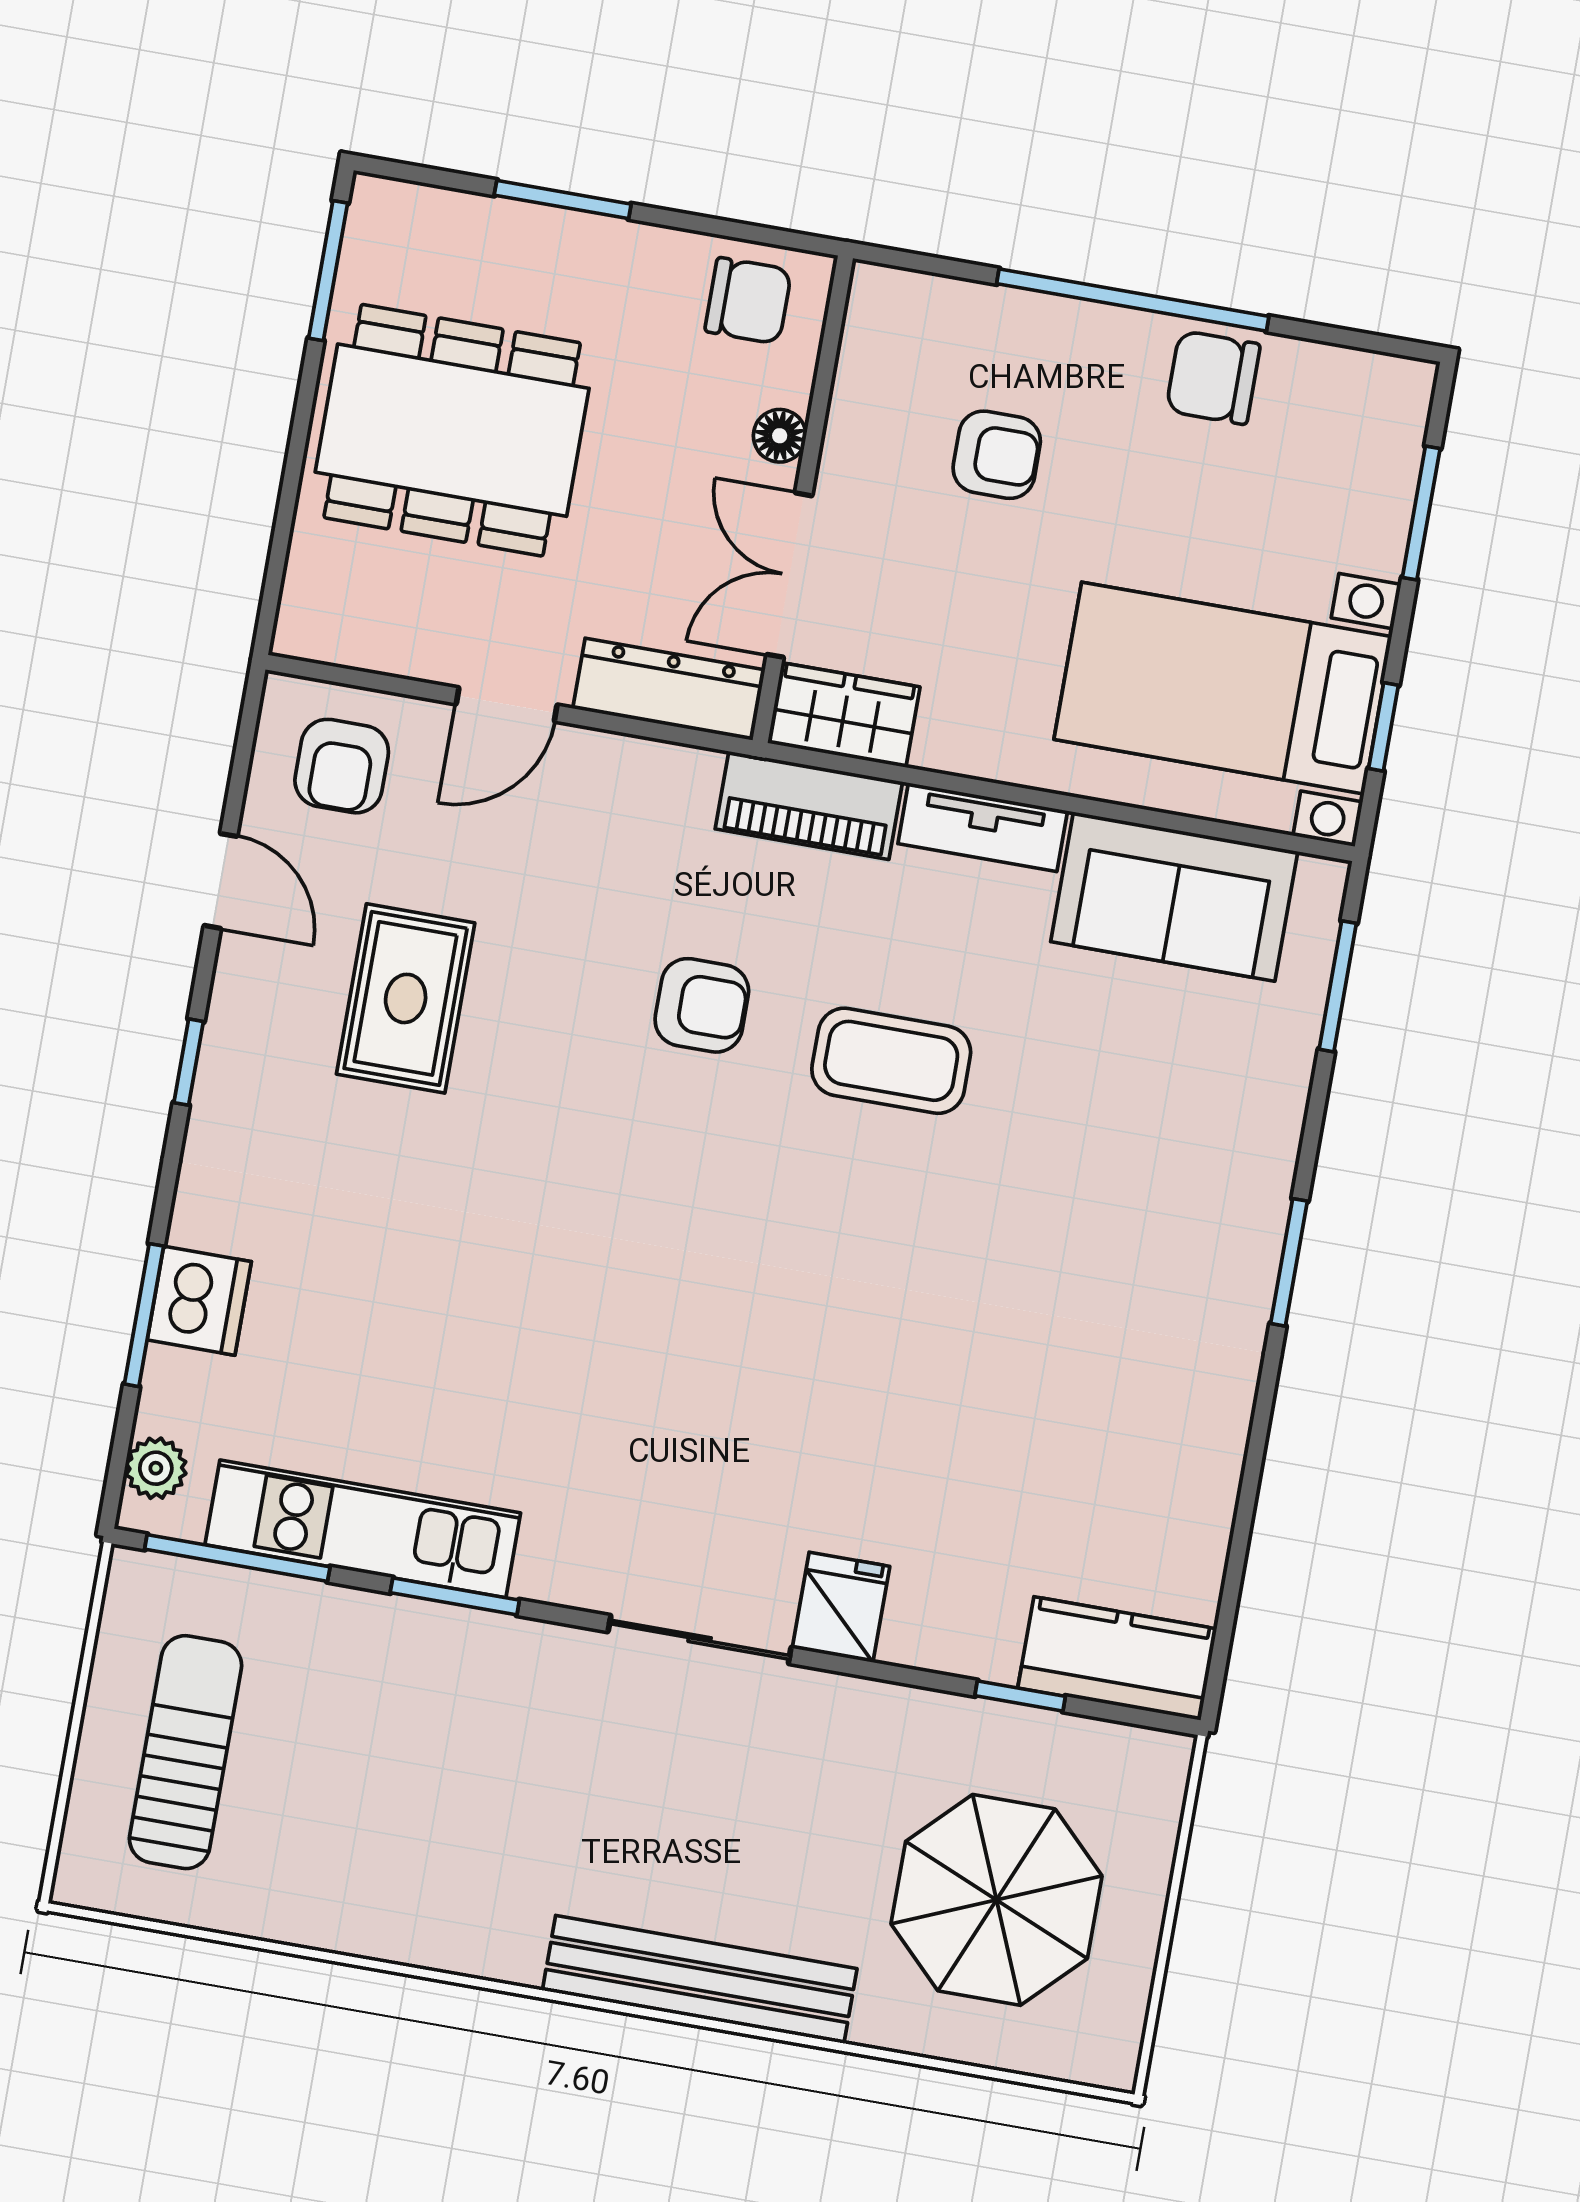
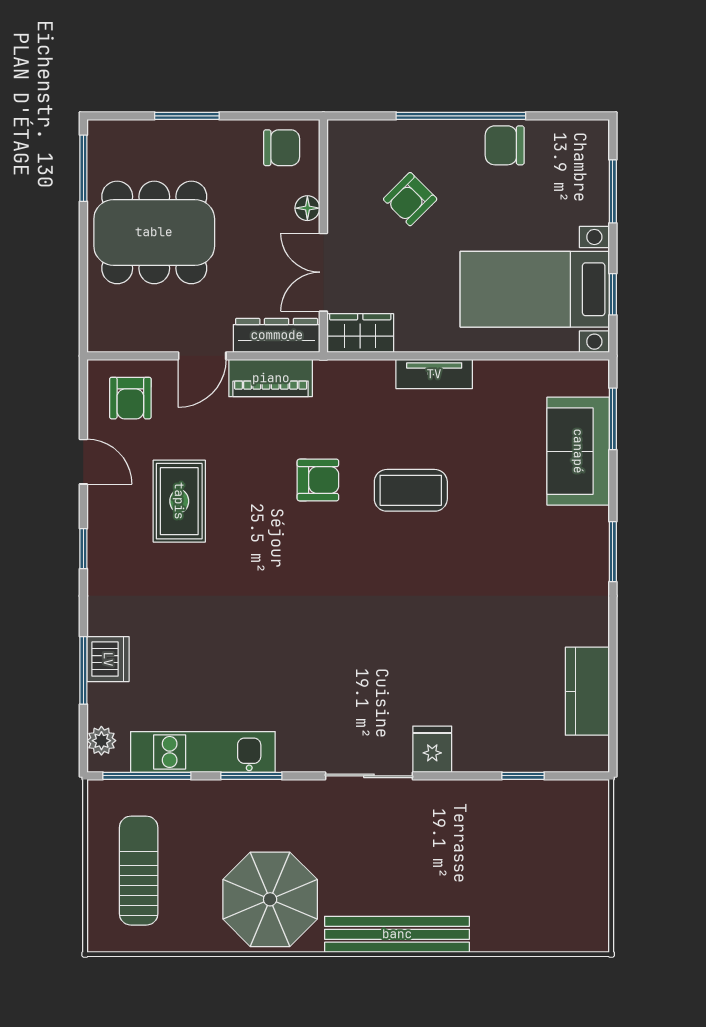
armchair: (997, 455) -> (410, 199), turned 135
piano: (809, 805) -> (271, 378), moved
sofa: (1174, 897) -> (578, 451), moved, turned 90
kitchen counter: (1117, 1658) -> (587, 691), moved, turned -90
parasol: (996, 1900) -> (270, 899), moved

